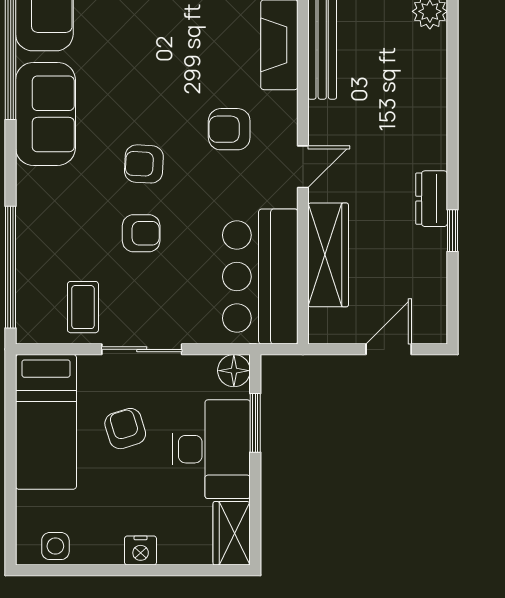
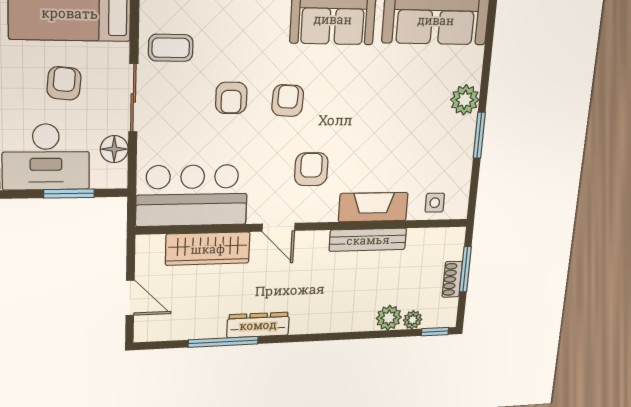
dresser: (432, 199) -> (258, 325), width x1.44
window: (452, 231) -> (223, 342), width x2.17
floor lamp: (234, 371) -> (114, 149), moved
armchair: (125, 429) -> (64, 83), turned -68

